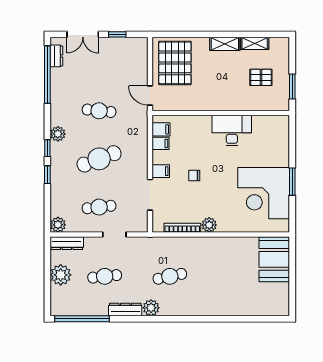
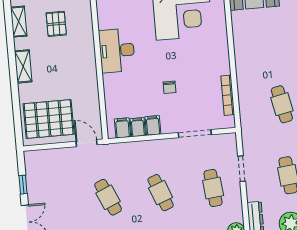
shelving: (255, 43) -> (19, 22), moved
door: (150, 95) -> (87, 143), swing flipped
cafe table: (99, 111) -> (108, 197), turned -30
cafe table: (99, 159) -> (161, 193), width x0.73, depth x0.74
filing cabinet: (161, 171) -> (153, 125), moved
plant: (209, 225) -> (222, 66), removed

